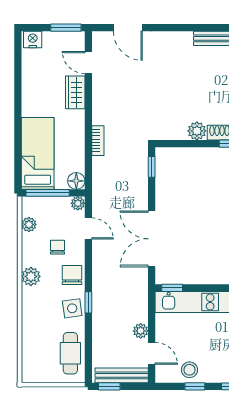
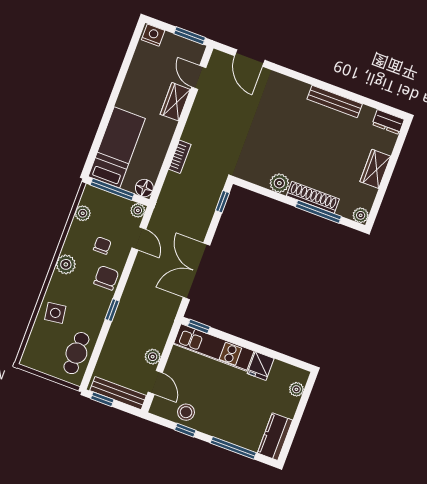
side table: (72, 308) -> (55, 313), moved

